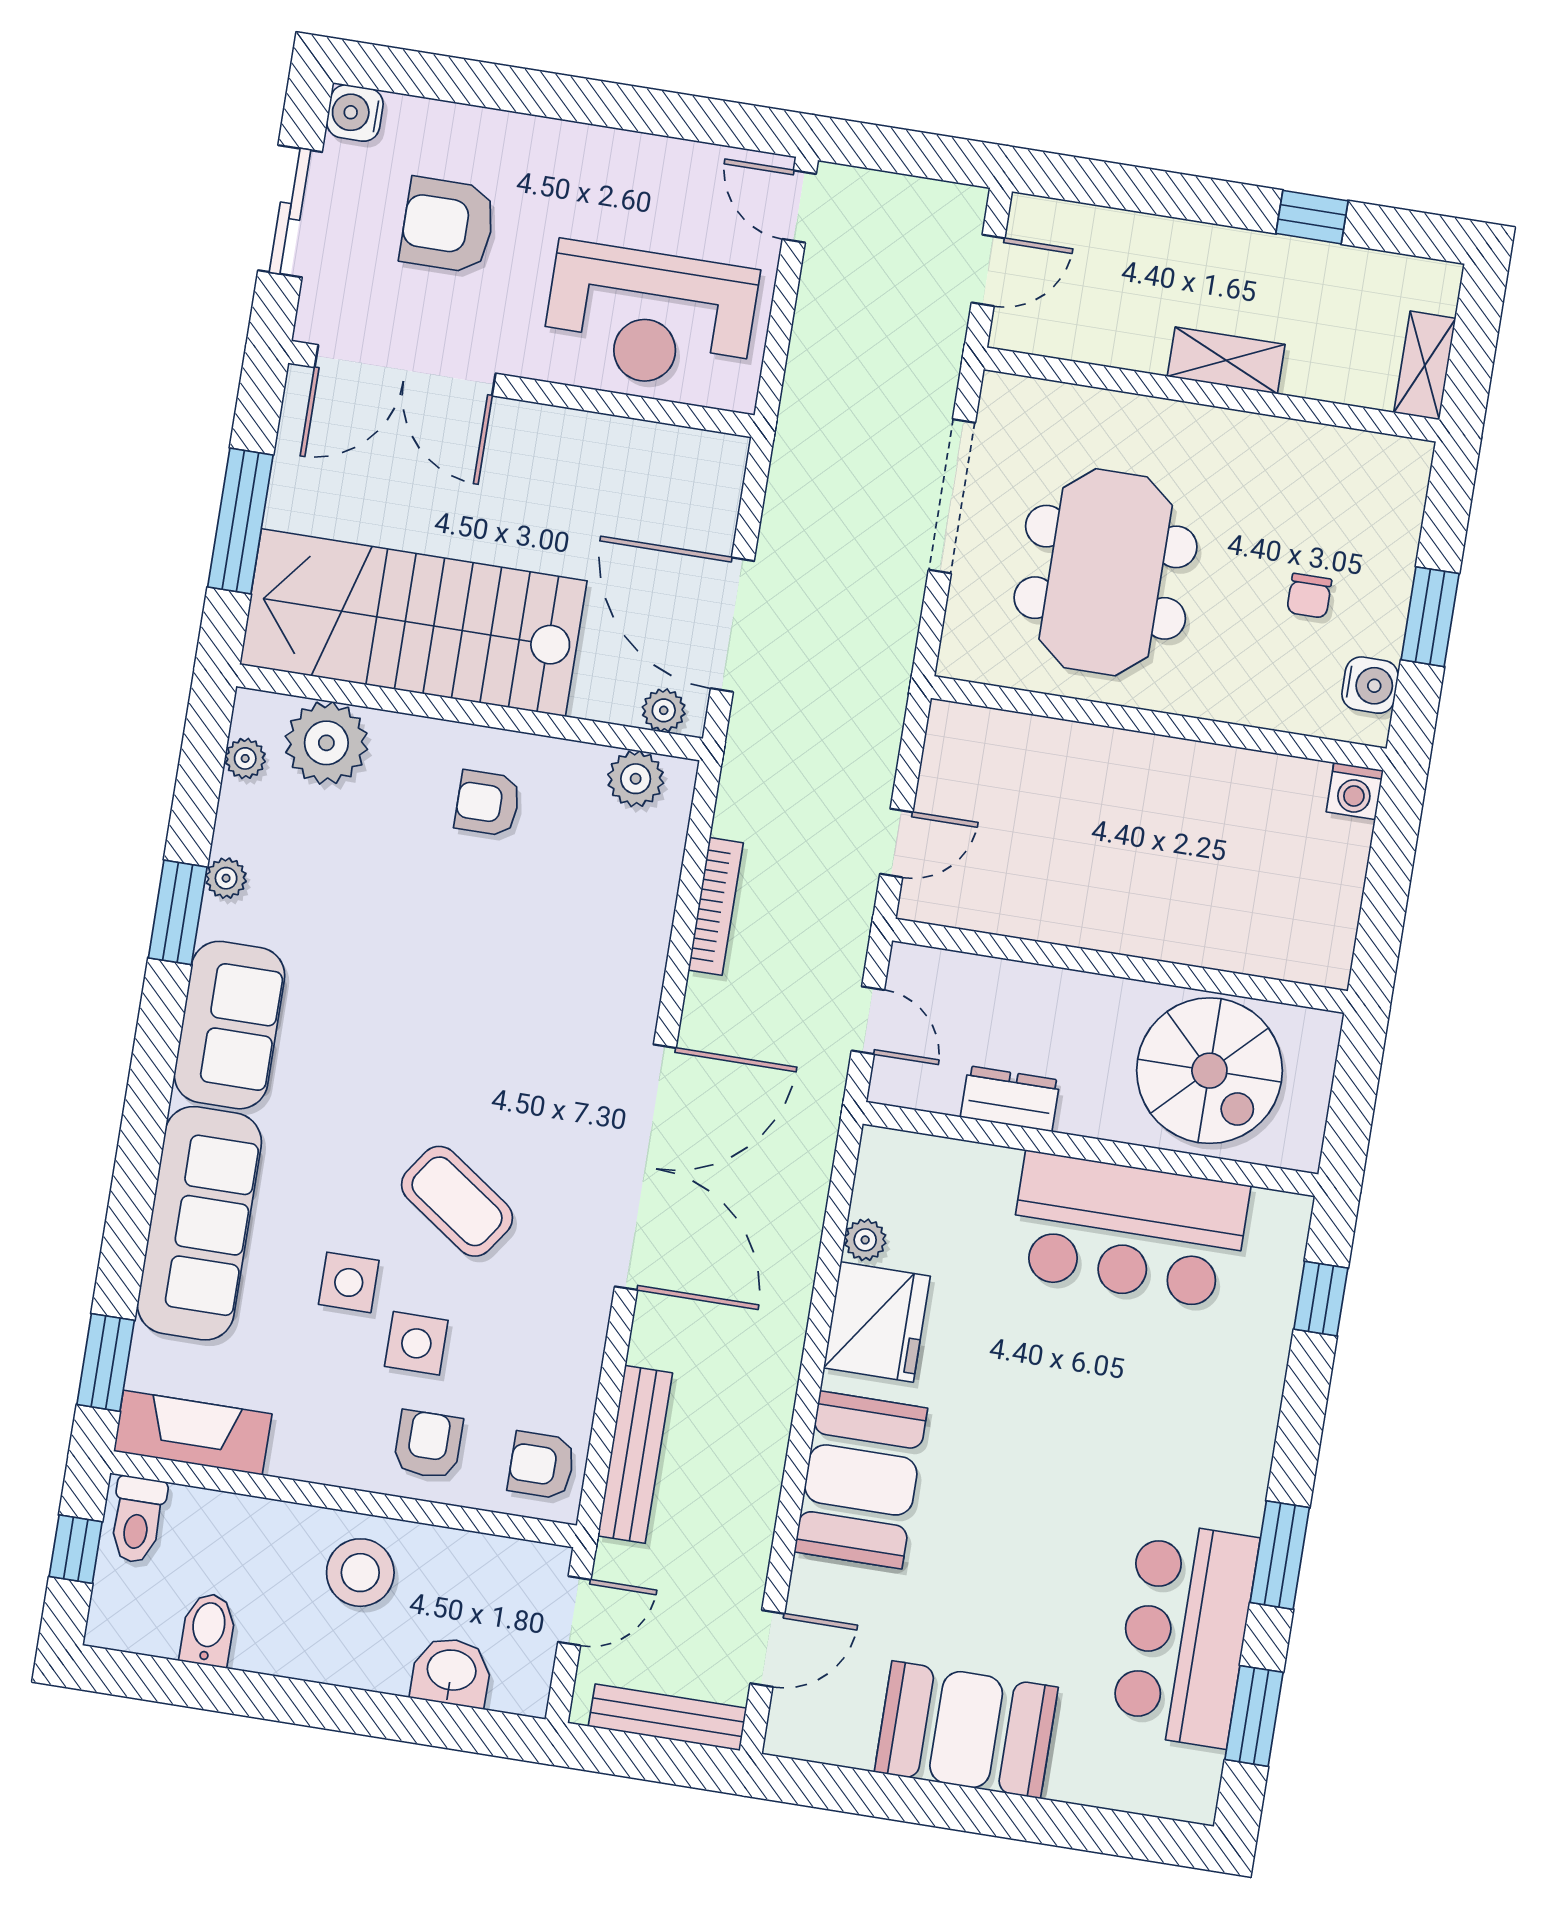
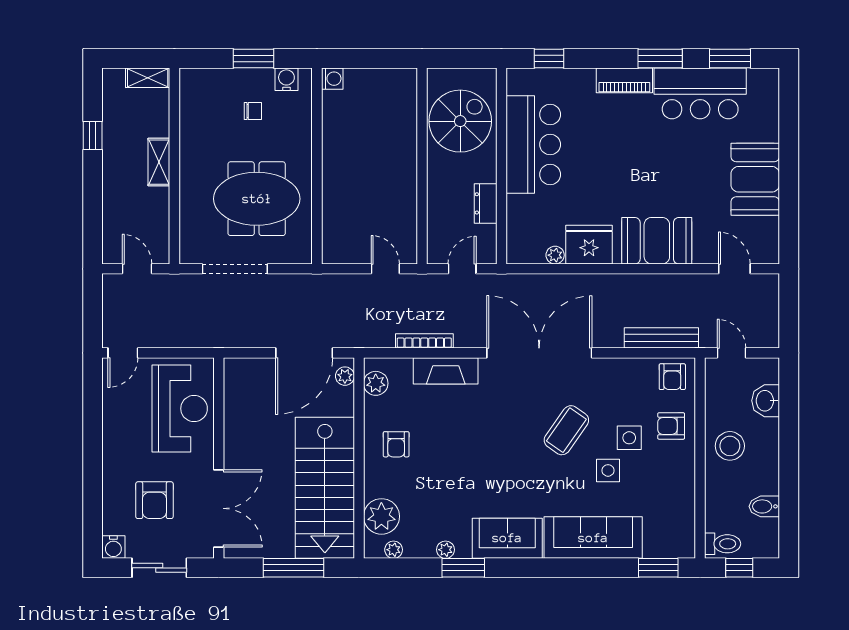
fireplace: (193, 1433) -> (446, 371), moved, turned -90
piano: (1243, 1464) -> (624, 80), added
bench: (667, 1717) -> (770, 306), removed

